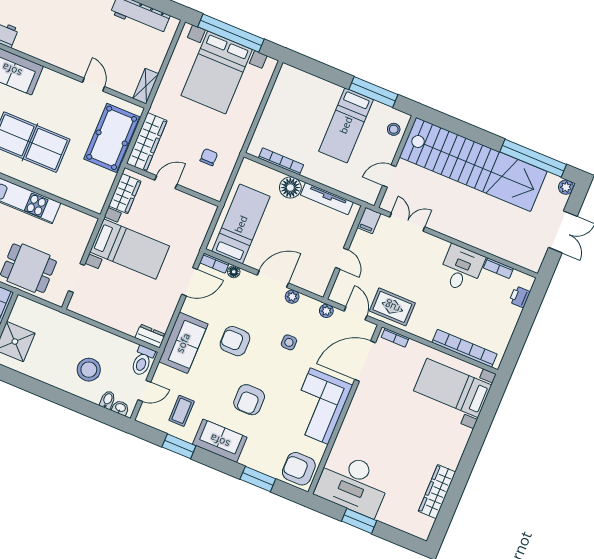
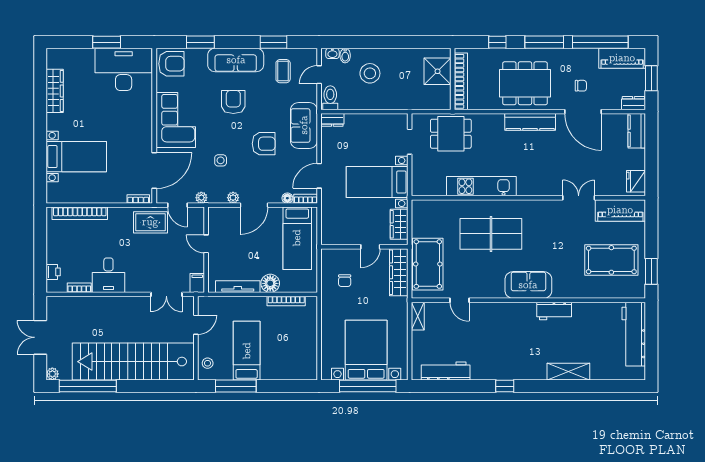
bed with nightstands: (453, 388) -> (76, 157), moved
sofa: (220, 441) -> (236, 60), width x1.36

